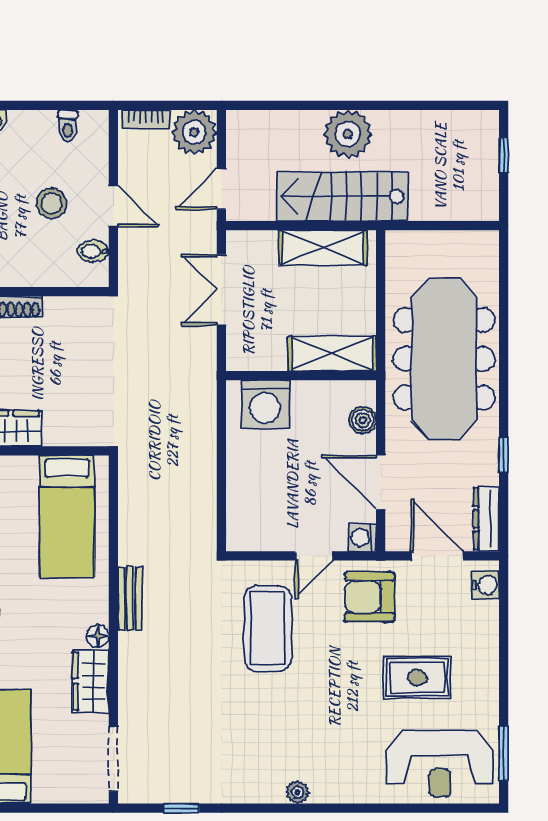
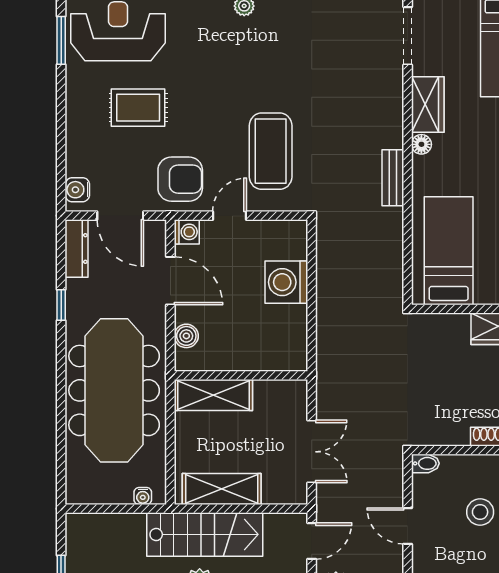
stool: (52, 203) -> (480, 512), moved
water cooler: (412, 240) -> (143, 496), added
bidet: (93, 251) -> (425, 463), moved
washing machine: (265, 404) -> (286, 282), moved, turned -90

